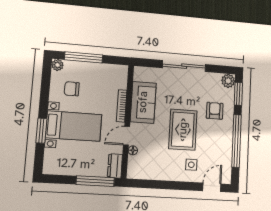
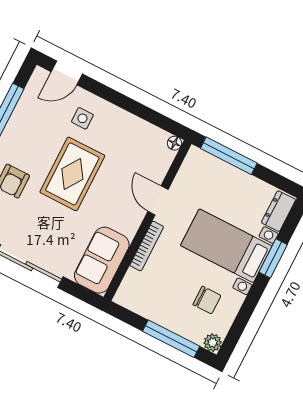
sofa: (143, 102) -> (102, 260), moved
door: (126, 136) -> (158, 200), swing flipped
floor lamp: (133, 150) -> (174, 143), moved
dresser: (115, 166) -> (279, 211), moved, turned 180

